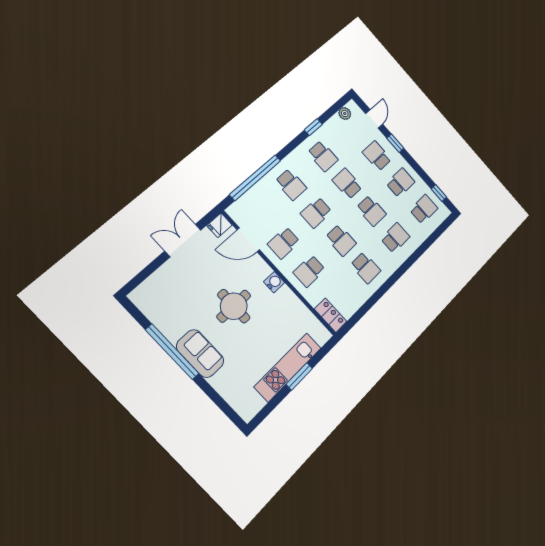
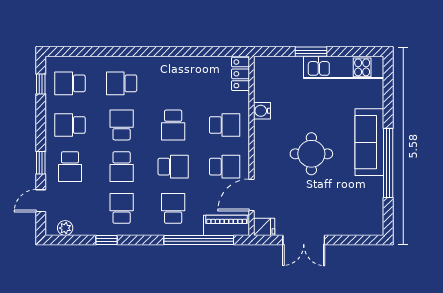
piano: (246, 204) -> (227, 225), added
door: (248, 240) -> (252, 195), swing flipped
school desk: (341, 240) -> (173, 125), turned 180
school desk: (366, 268) -> (173, 83), removed
water cooler: (274, 282) -> (262, 111), moved
sofa: (200, 354) -> (369, 142), width x1.36
kitchen unit: (288, 367) -> (344, 67), moved

